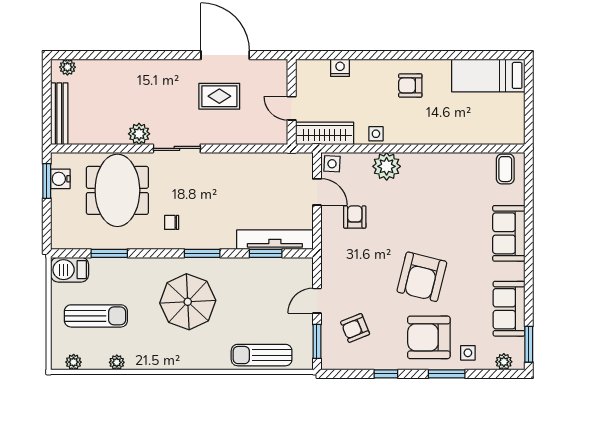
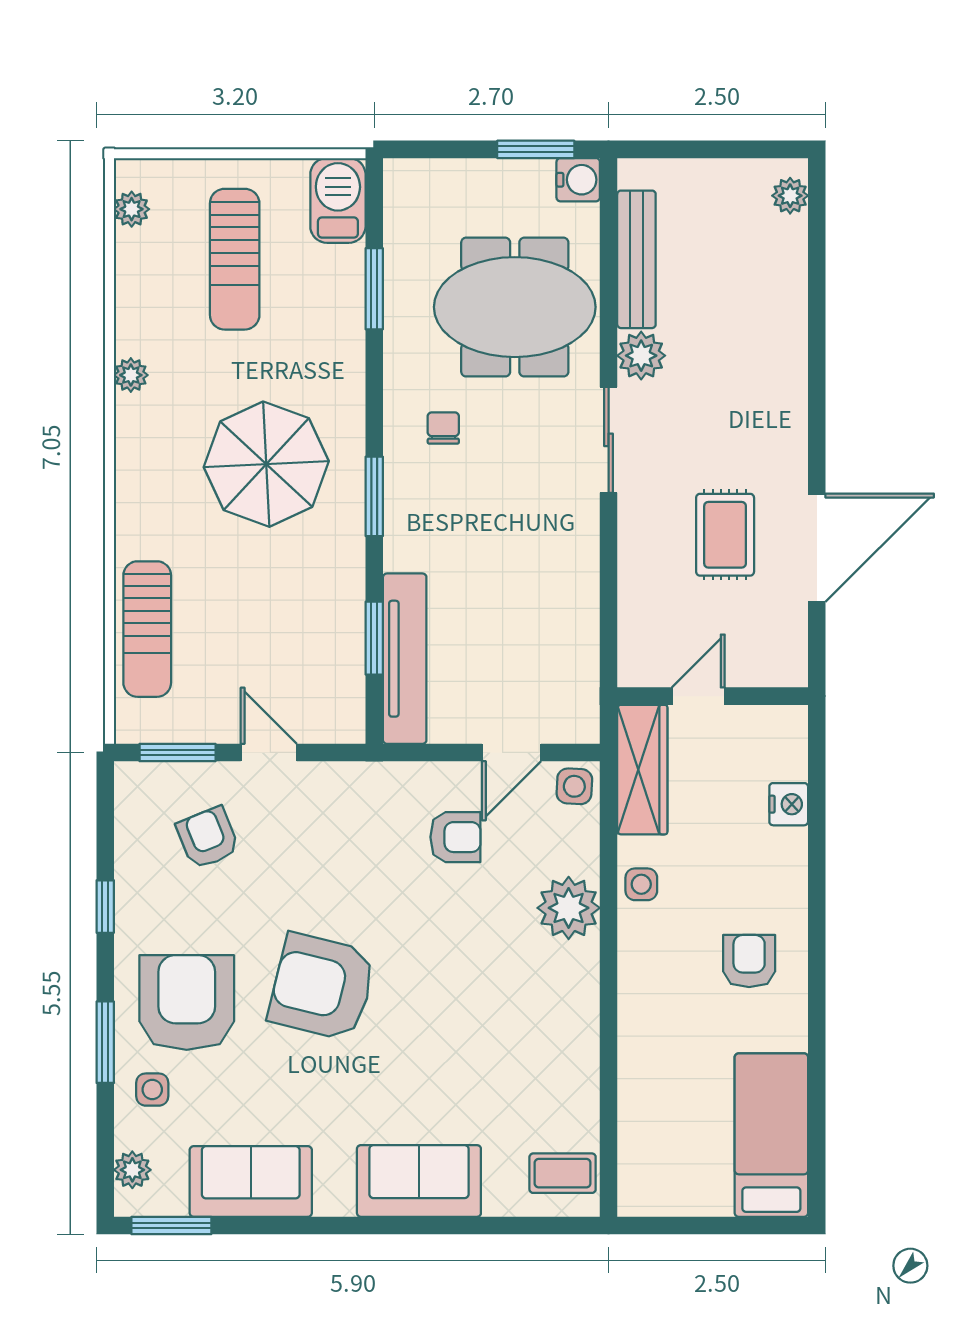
bench: (59, 114) -> (636, 259), moved, turned 90
water cooler: (60, 179) -> (578, 180), moved, turned 90
sun lounger: (262, 355) -> (147, 629), turned 180
plant: (117, 362) -> (131, 375), moved

